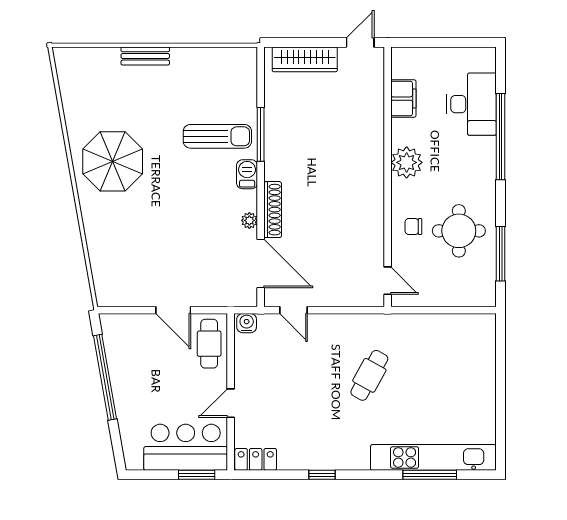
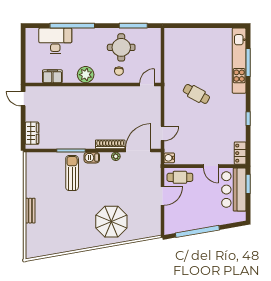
wardrobe: (305, 59) -> (32, 133), width x0.67
parasol: (113, 161) -> (111, 222), moved

